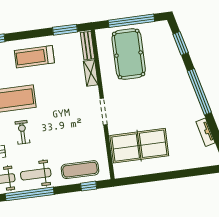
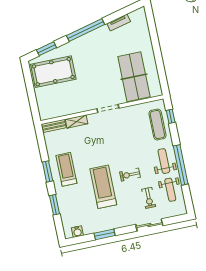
window: (131, 21) -> (31, 91), removed
window: (65, 30) -> (48, 171), moved
pool table: (129, 54) -> (53, 72), moved
treadmill: (34, 57) -> (66, 169), turned 180
weight bench: (36, 174) -> (164, 161), turned 180

